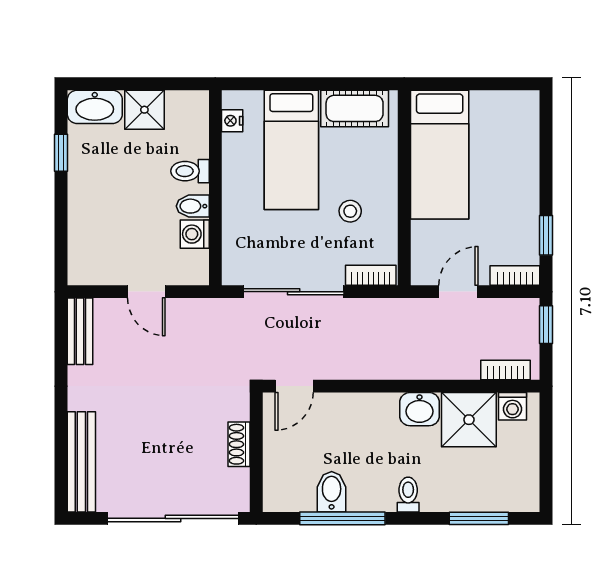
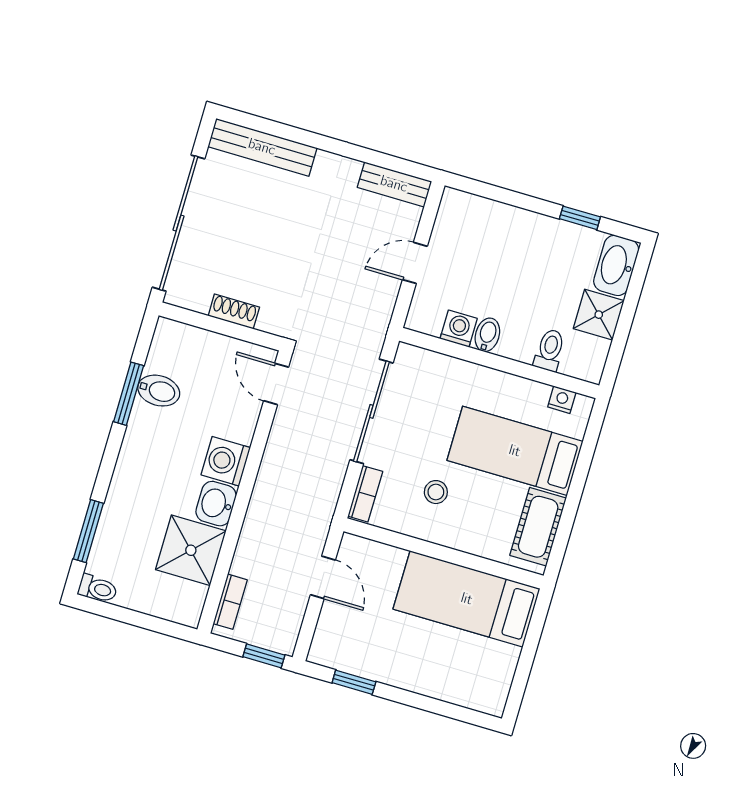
toilet: (190, 171) -> (550, 350), moved
bookcase: (515, 275) -> (323, 639), removed
washing machine: (513, 406) -> (226, 461), moved, width x1.38, depth x1.38
toilet: (408, 495) -> (98, 589), moved
window: (342, 518) -> (129, 394), width x0.69

